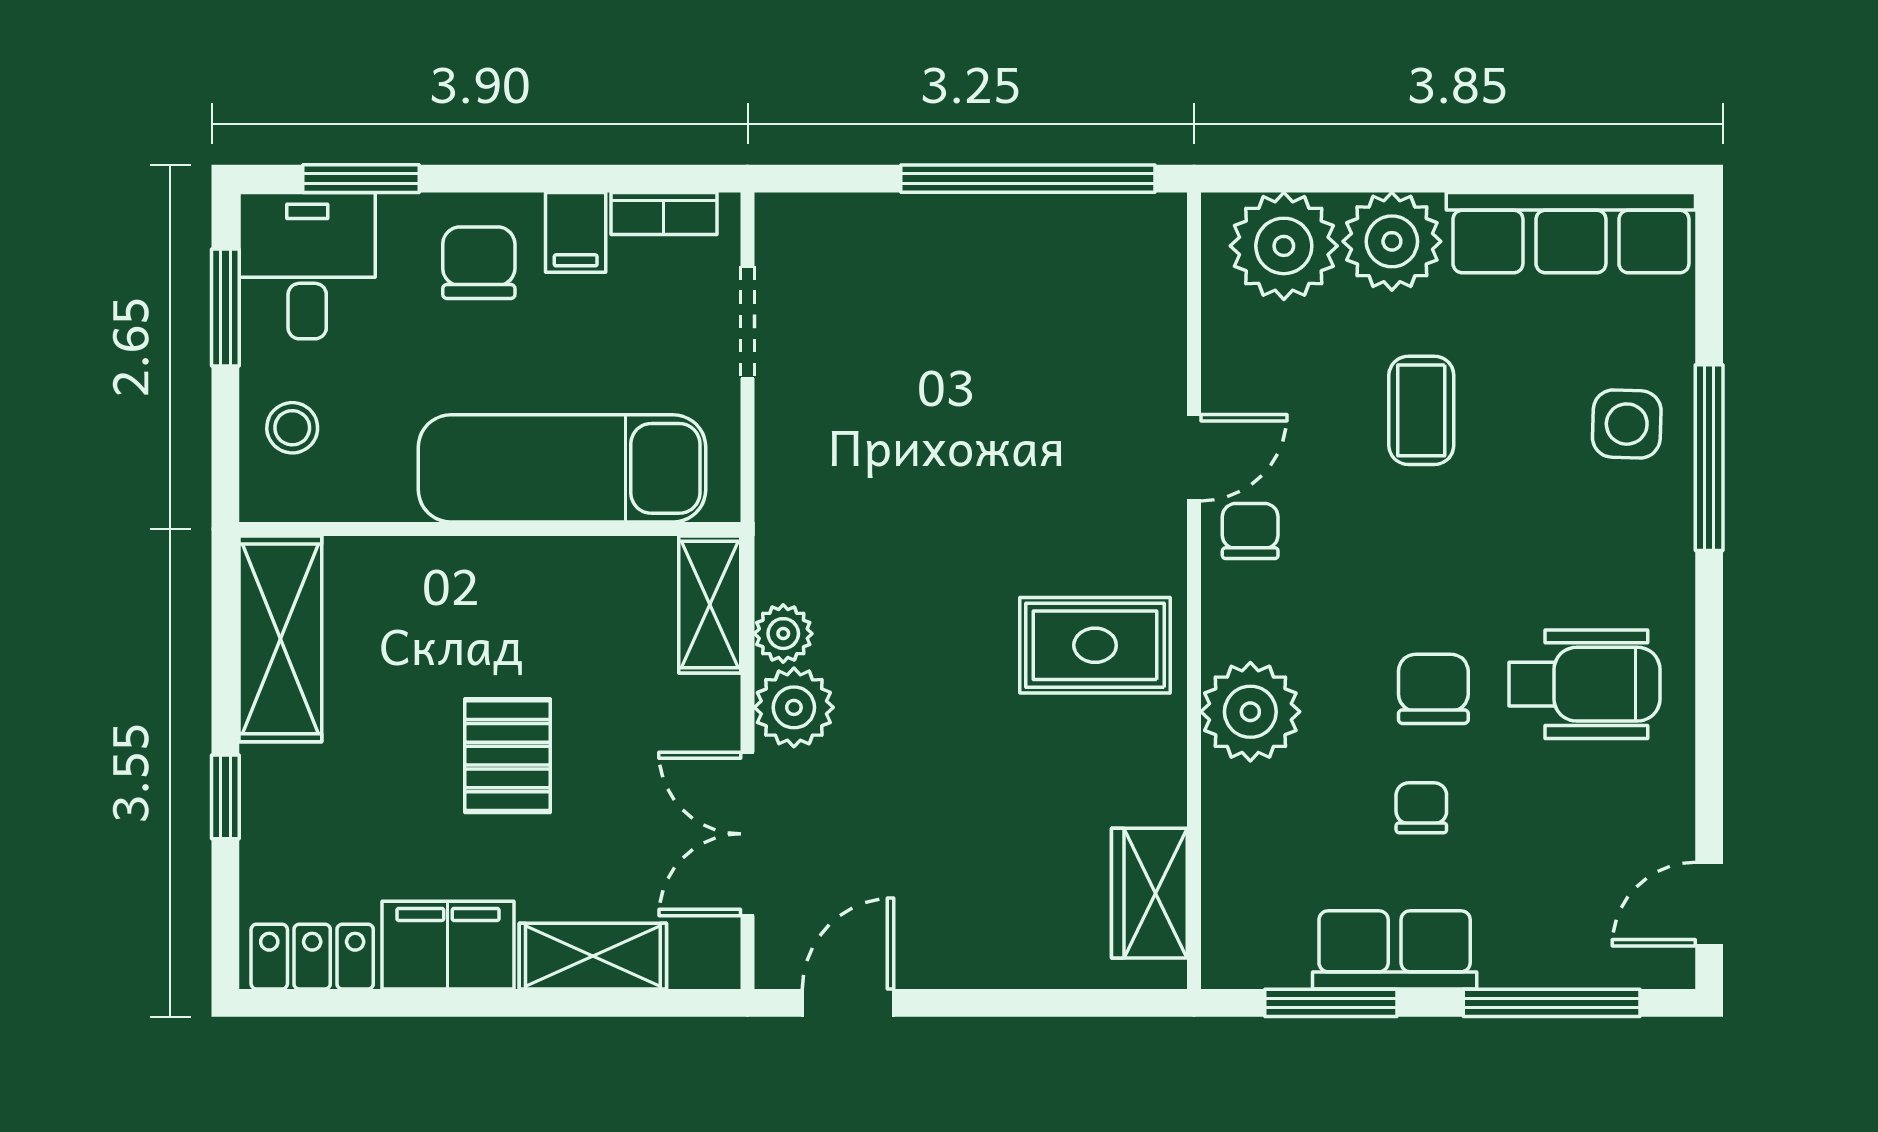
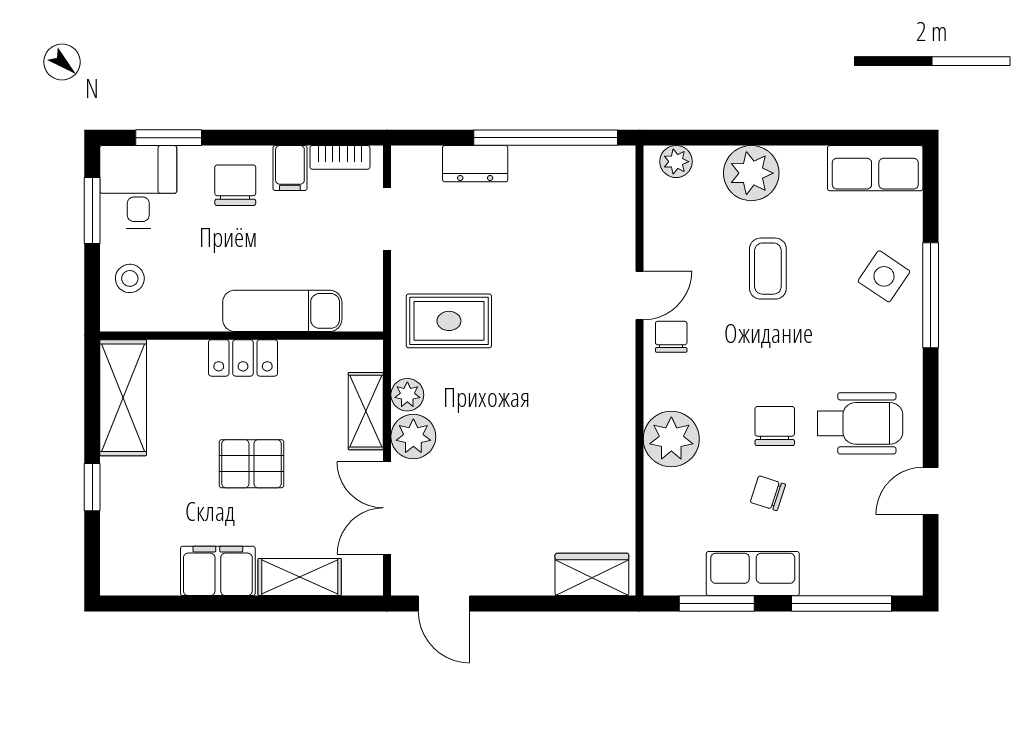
dresser: (903, 225) -> (475, 164), added
row of seats: (1571, 233) -> (875, 168), width x0.68
plant: (1284, 246) -> (676, 162), width x0.53, depth x0.53
side table: (1627, 424) -> (884, 276), turned 32
exam couch: (562, 468) -> (282, 311), width x0.73, depth x0.69
shelving: (710, 604) -> (366, 411), moved
rug: (1095, 645) -> (449, 321), moved
pallet: (508, 756) -> (251, 464), turned 90
chair: (1421, 808) -> (768, 493), turned -72
wardrobe: (1149, 893) -> (592, 574), moved, turned 90
door: (1709, 904) -> (931, 491), moved
locker: (312, 957) -> (243, 358), moved, turned 180
door: (848, 1003) -> (444, 603), swing flipped

